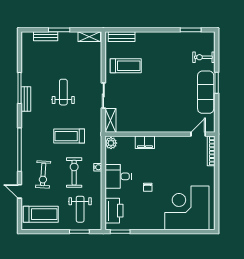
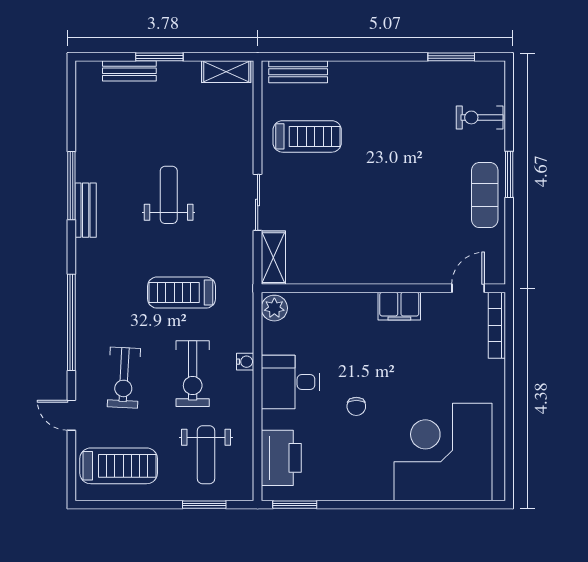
exercise mat: (206, 92) -> (485, 195), width x0.73, depth x0.69
filing cabinet: (145, 142) -> (399, 306), moved
exercise bike: (74, 173) -> (193, 374), turned 180

